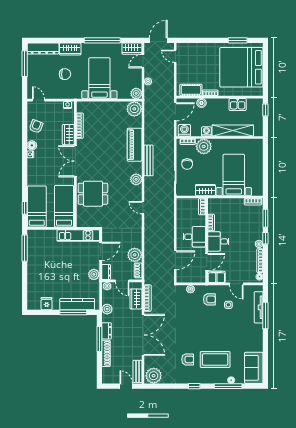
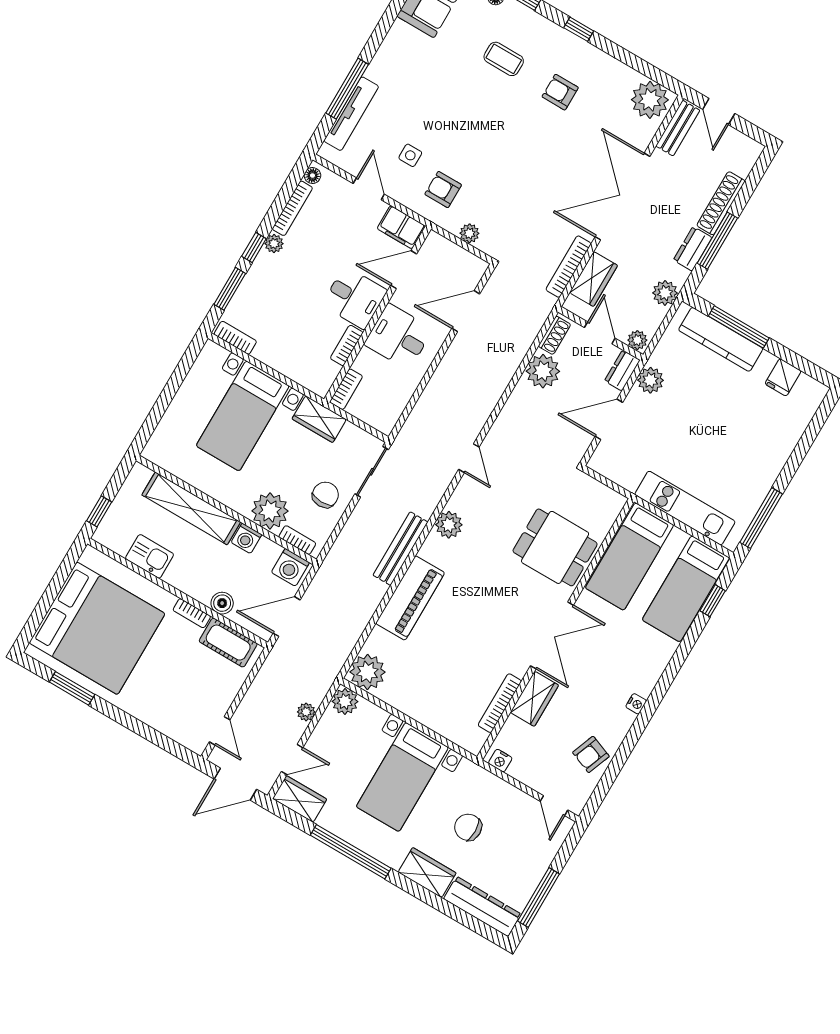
floor lamp: (32, 145) -> (622, 721), removed
kitchen unit: (78, 235) -> (685, 508), moved
coffee table: (215, 359) -> (504, 59), width x0.54, depth x0.58

